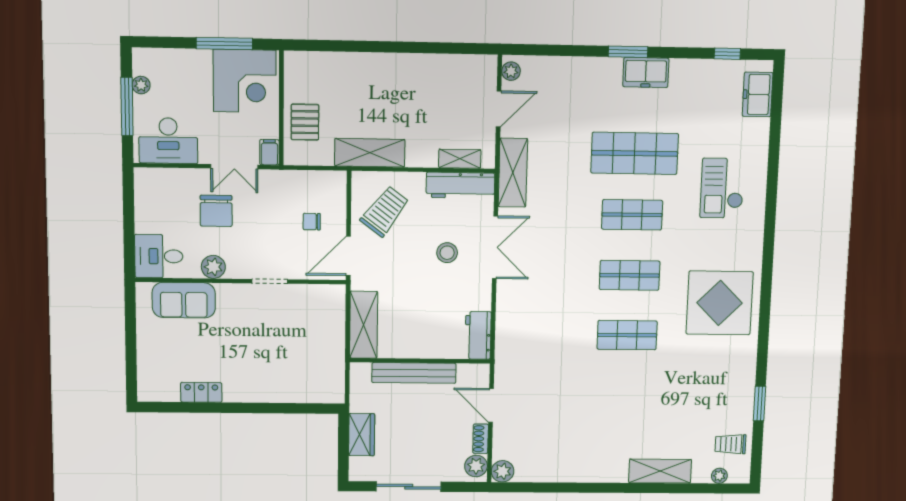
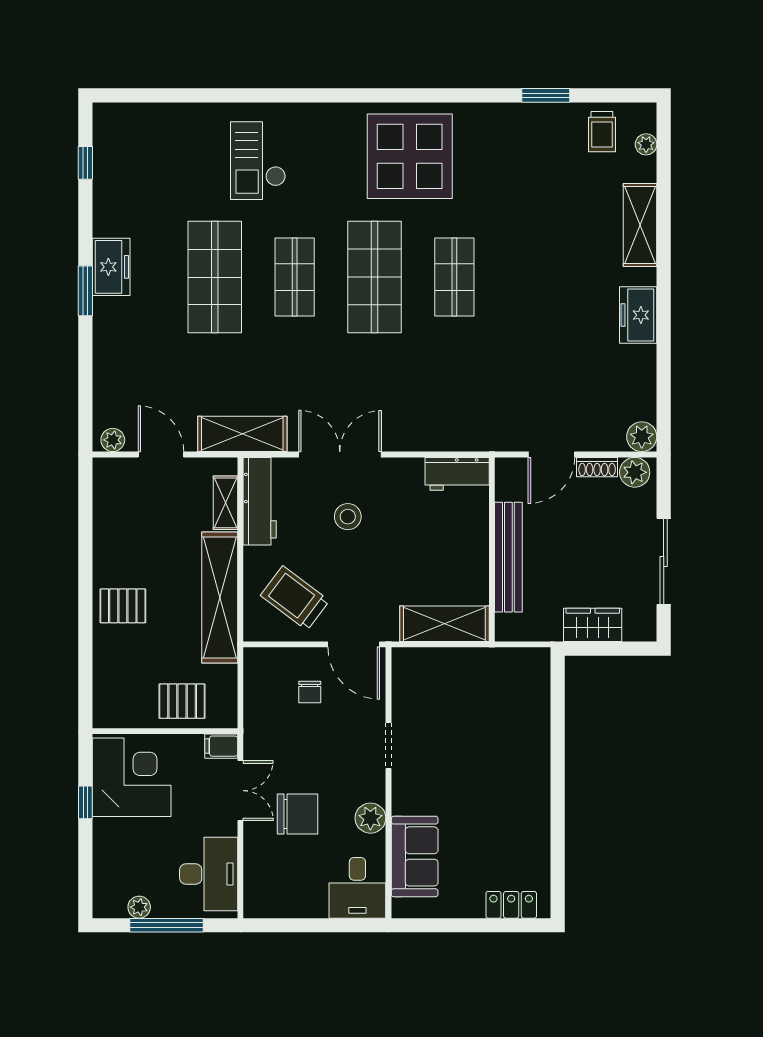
window: (224, 44) -> (85, 802), width x0.46
pallet: (380, 77) -> (123, 606), added
freezer: (758, 94) -> (638, 315), moved, turned 90
shelving: (370, 153) -> (220, 597), width x1.47
checkout: (722, 188) -> (258, 161), turned 90
shop shelf: (630, 275) -> (375, 277), width x1.43, depth x1.36
locker: (201, 392) -> (511, 905), moved, turned 90

